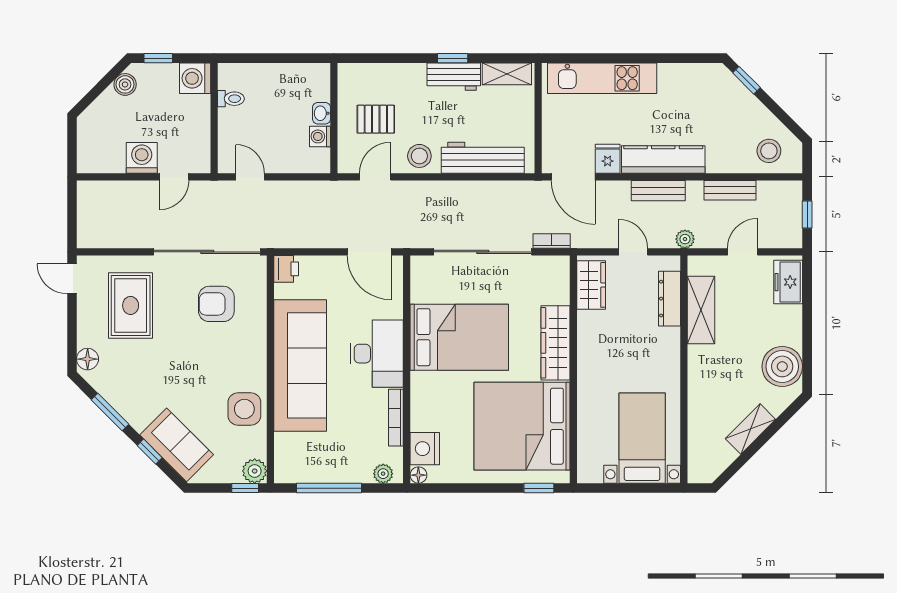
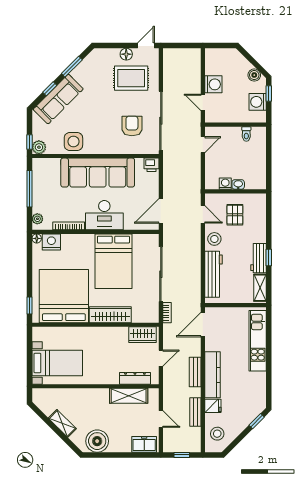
washing machine: (195, 78) -> (258, 102), moved, turned -90
fridge: (608, 159) -> (213, 406), moved
plant: (685, 239) -> (168, 387), removed
floor lamp: (88, 359) -> (126, 54), moved
sofa: (177, 445) -> (58, 99), width x1.36

